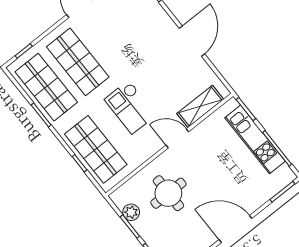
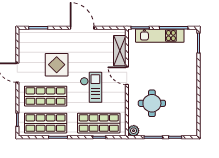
display table: (125, 46) -> (57, 65), added
checkout: (130, 107) -> (91, 87), turned -90
door: (177, 138) -> (127, 76), hinge flipped
plant: (131, 212) -> (134, 131), moved
door: (235, 229) -> (199, 83), removed

